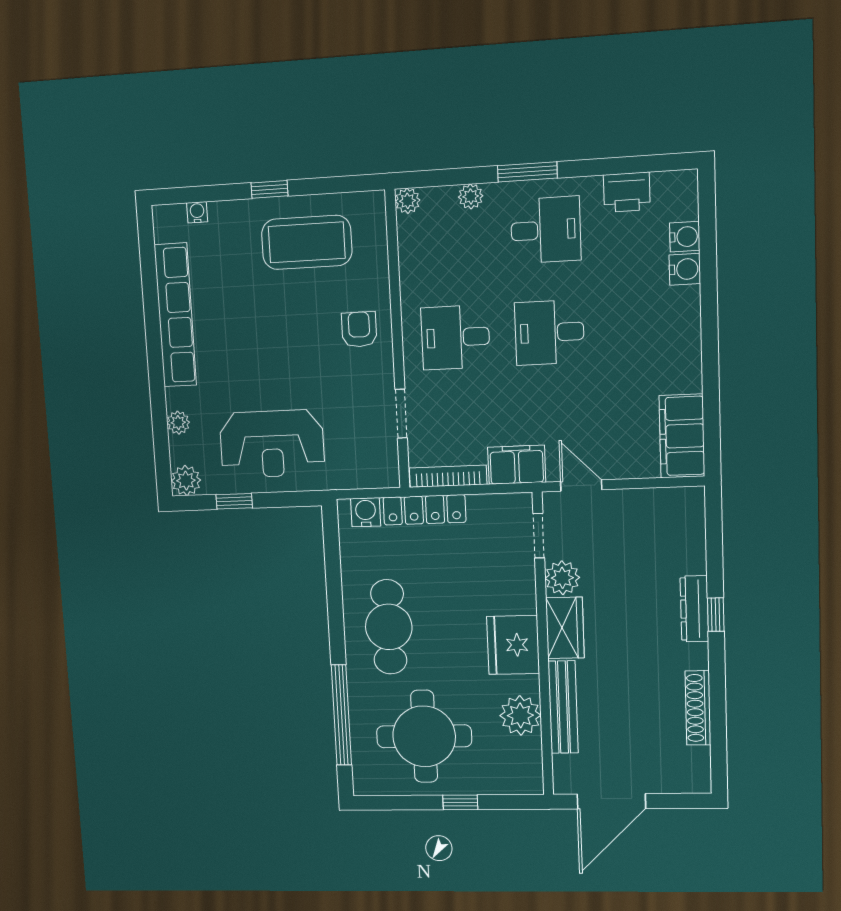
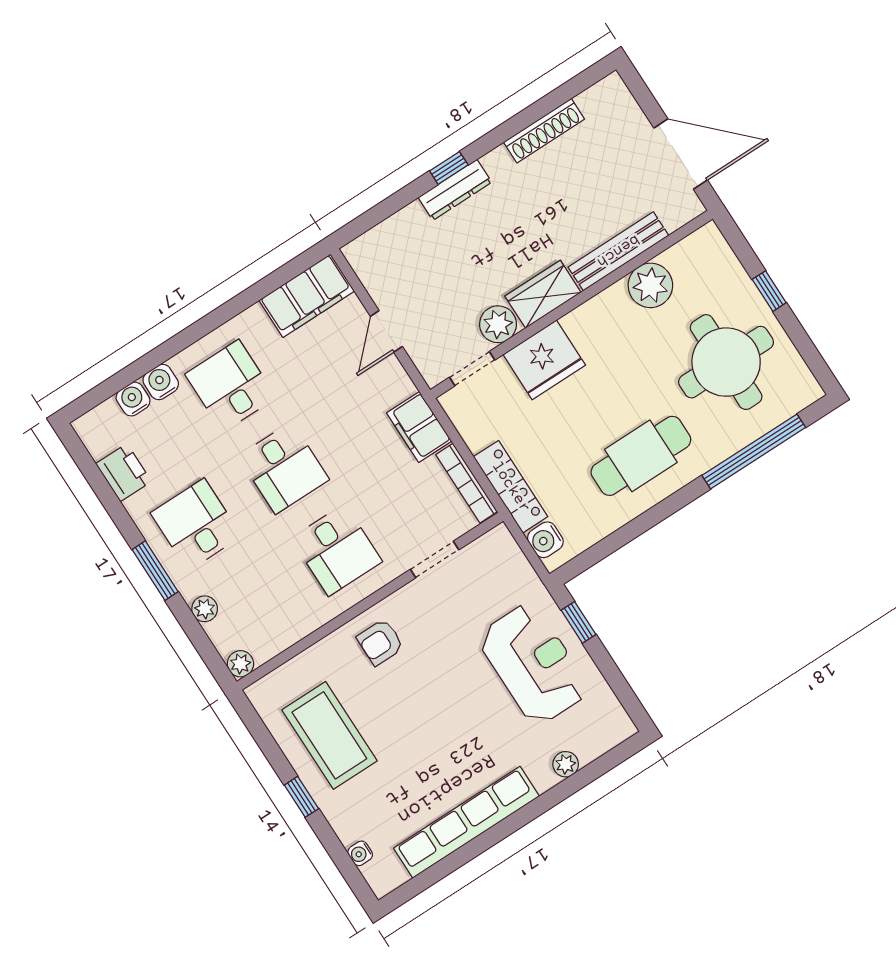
desk: (645, 327) -> (231, 386), added
plant: (186, 481) -> (617, 727), removed
door: (581, 486) -> (386, 331), moved
window: (234, 501) -> (578, 622), moved
fridge: (513, 645) -> (544, 360), moved

